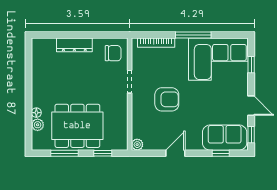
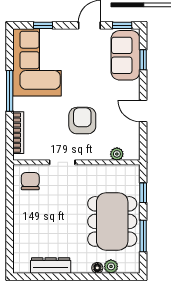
dresser: (74, 45) -> (51, 265), moved, turned -90
plant: (137, 145) -> (117, 154), moved

